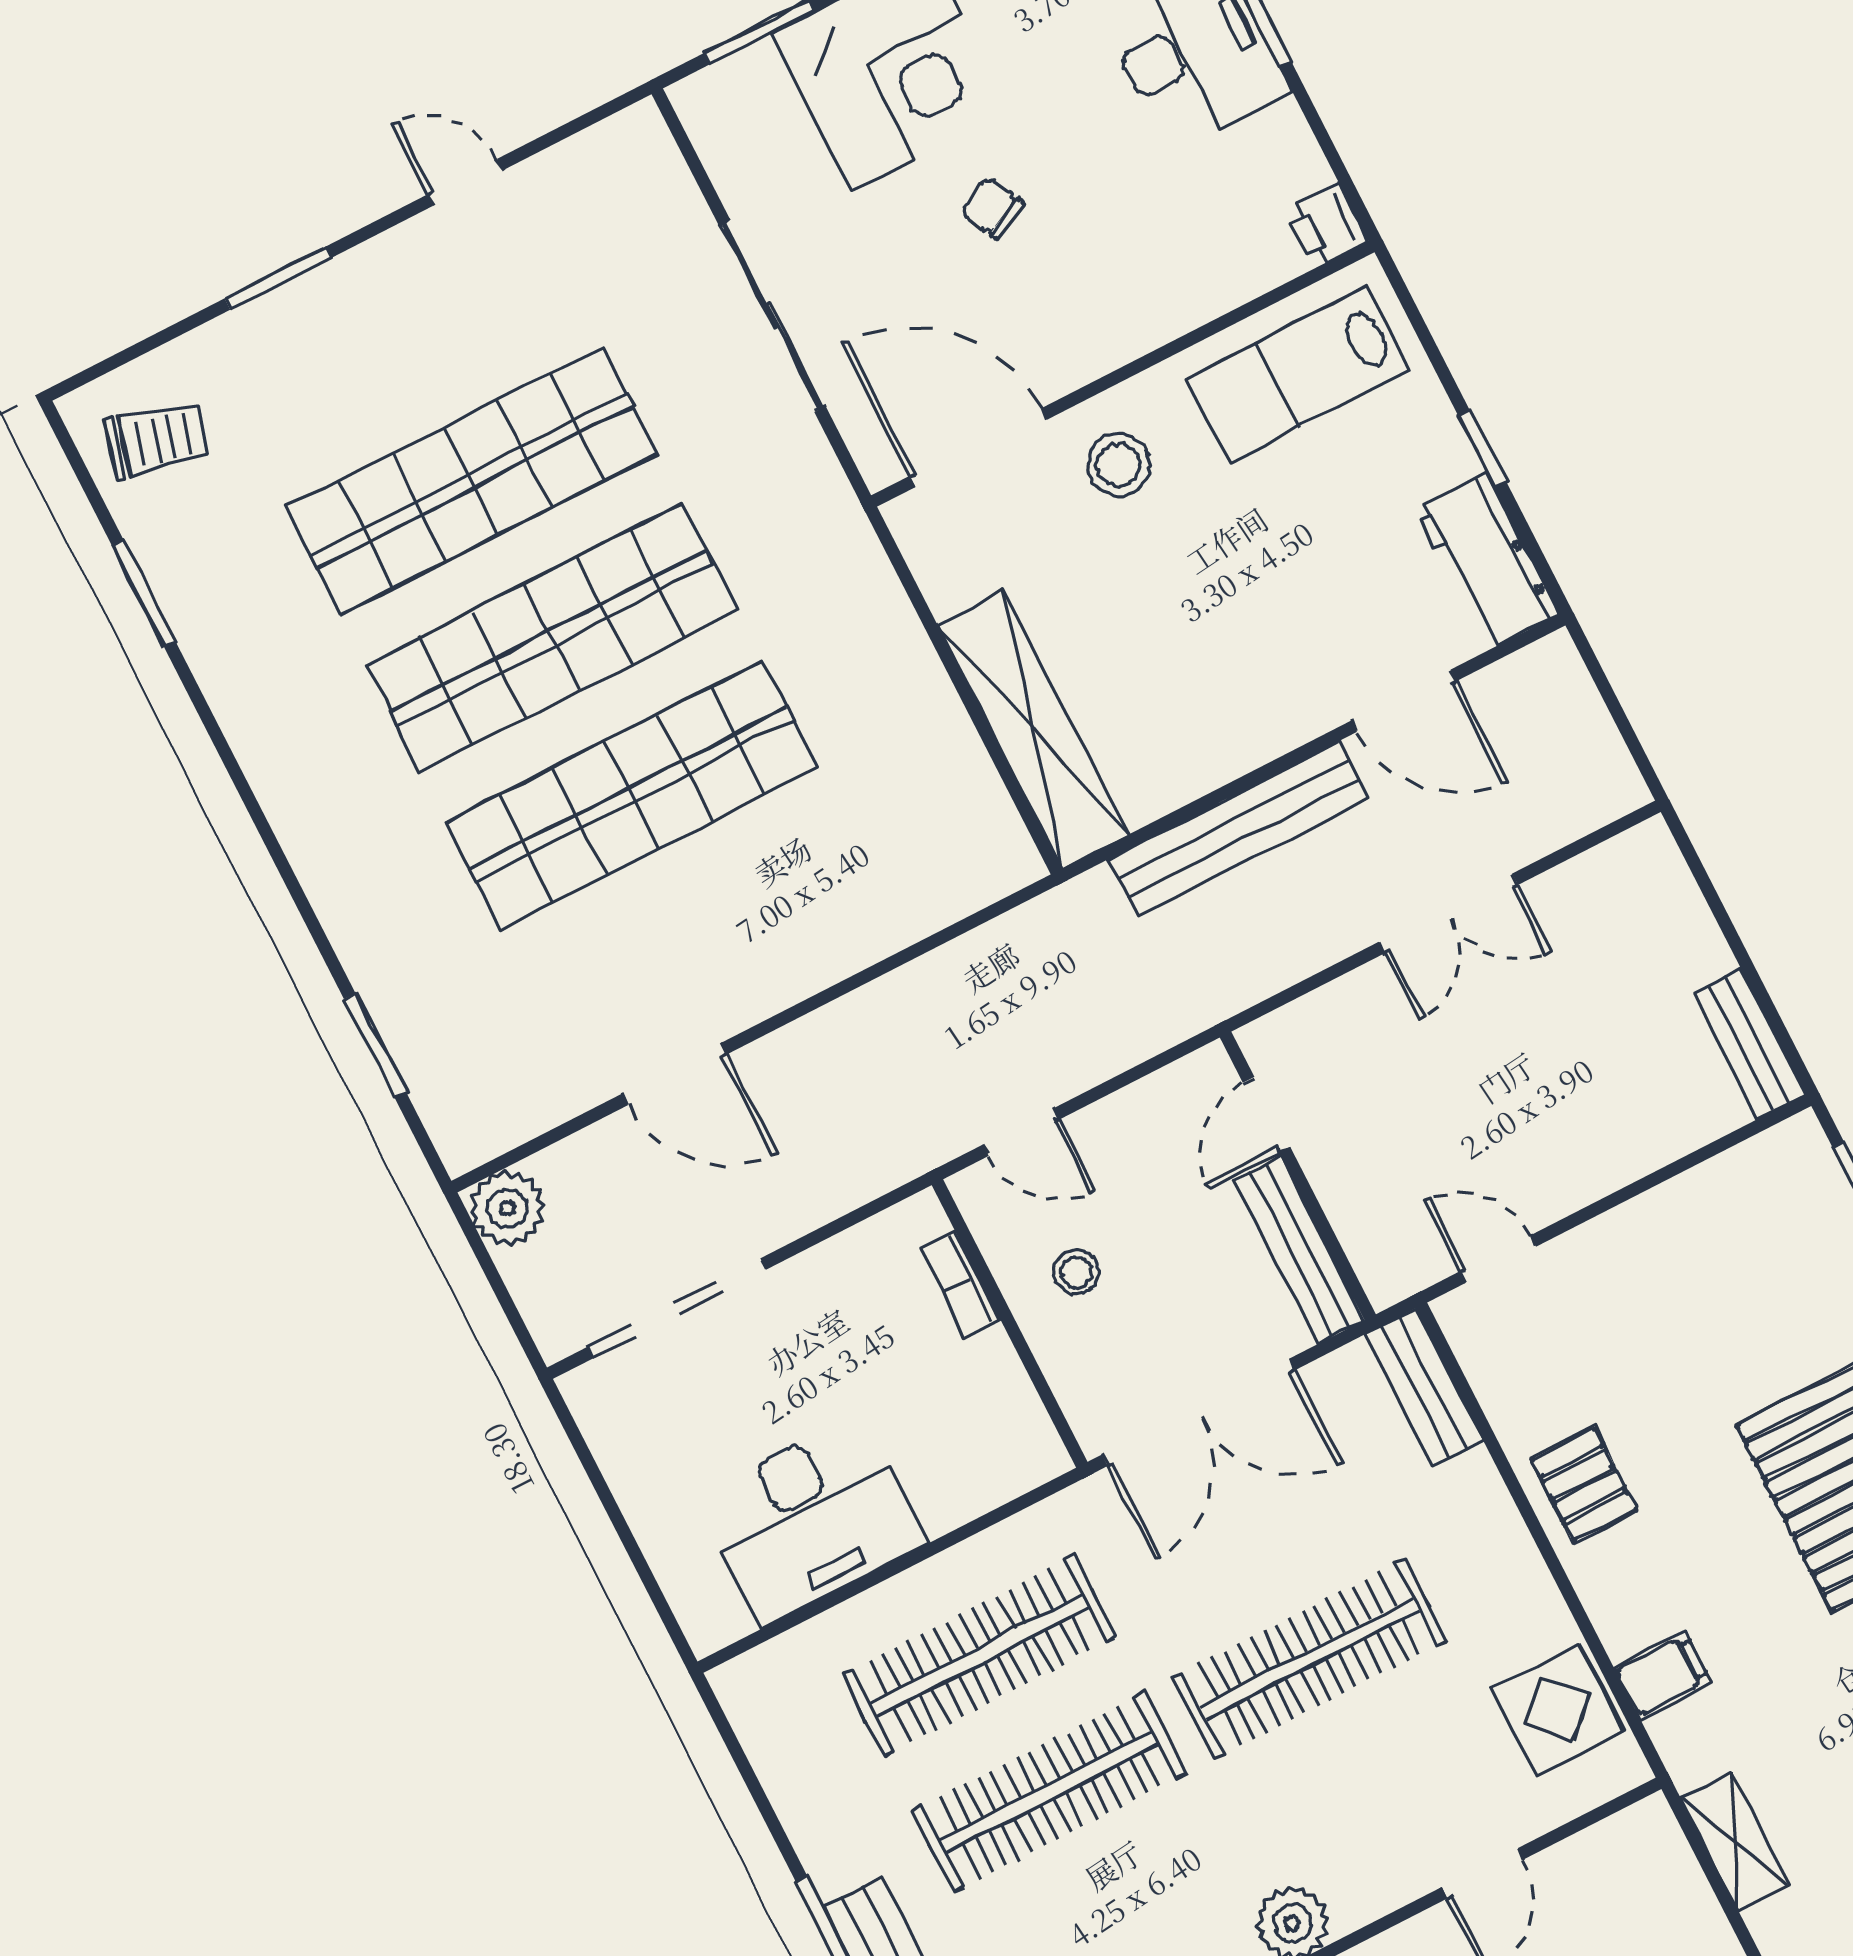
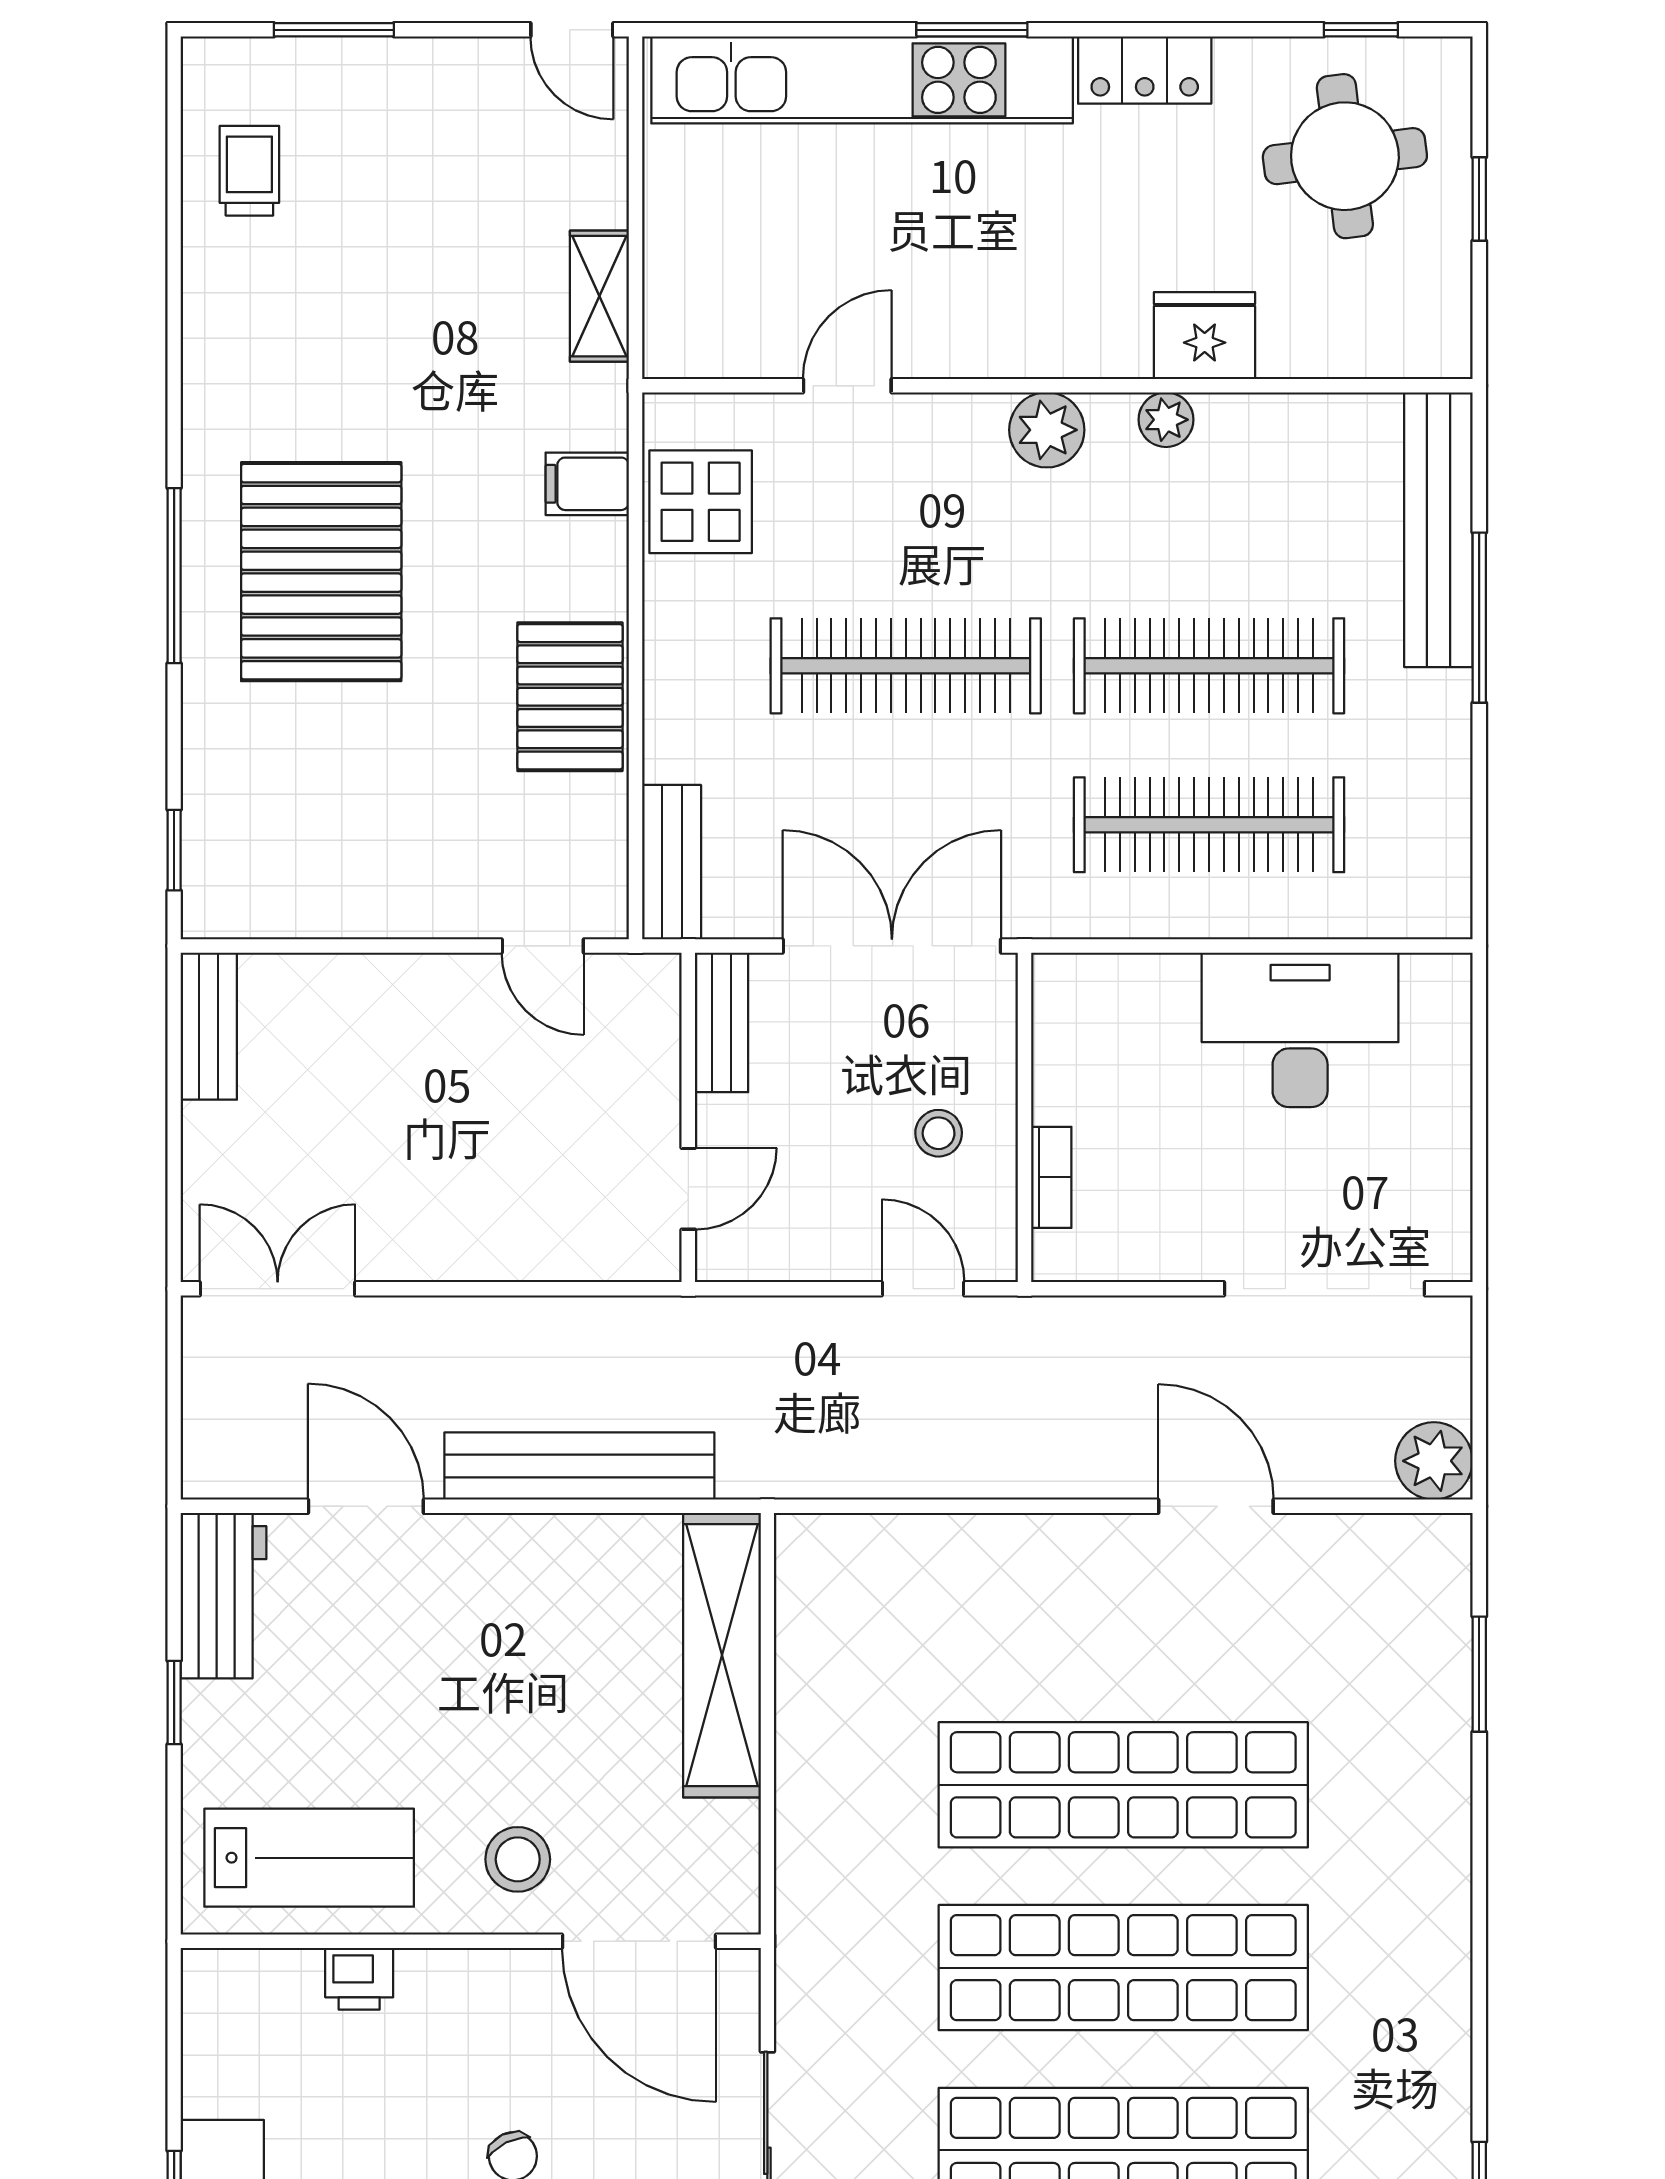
printer: (1327, 225) -> (359, 1979), moved, turned 90
double door: (1448, 913) -> (278, 1289), moved
bench: (1300, 1250) -> (722, 1022), width x0.73
pallet: (1584, 1485) -> (570, 697), width x1.50, depth x1.42

